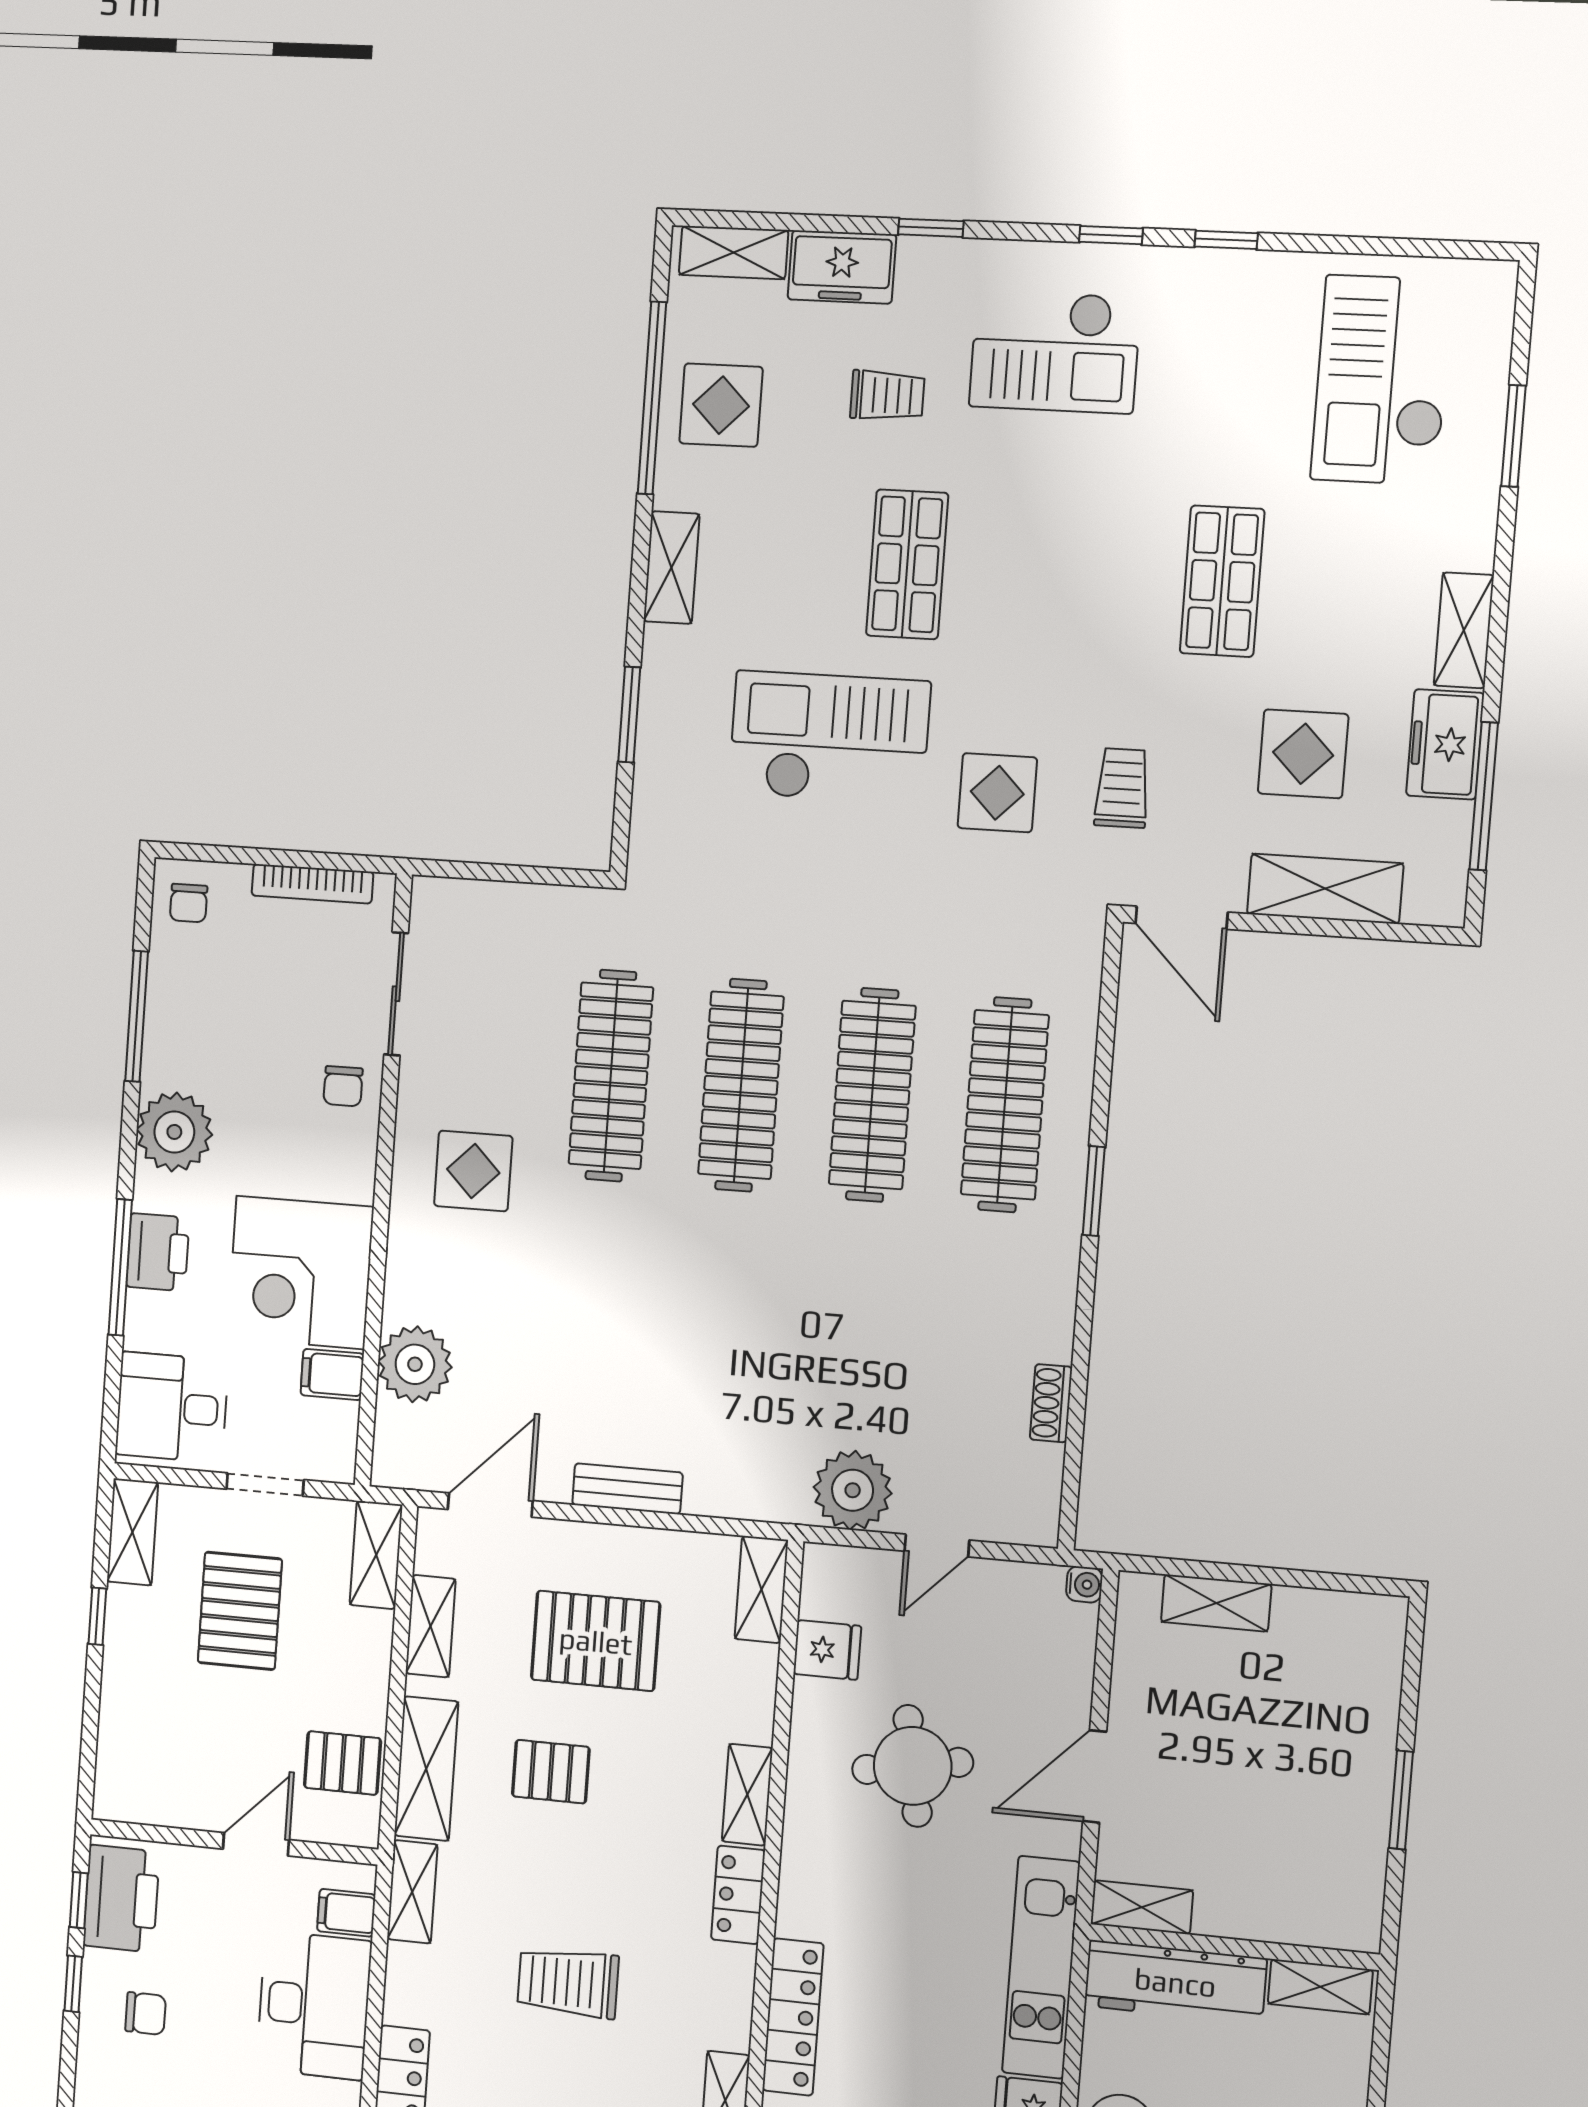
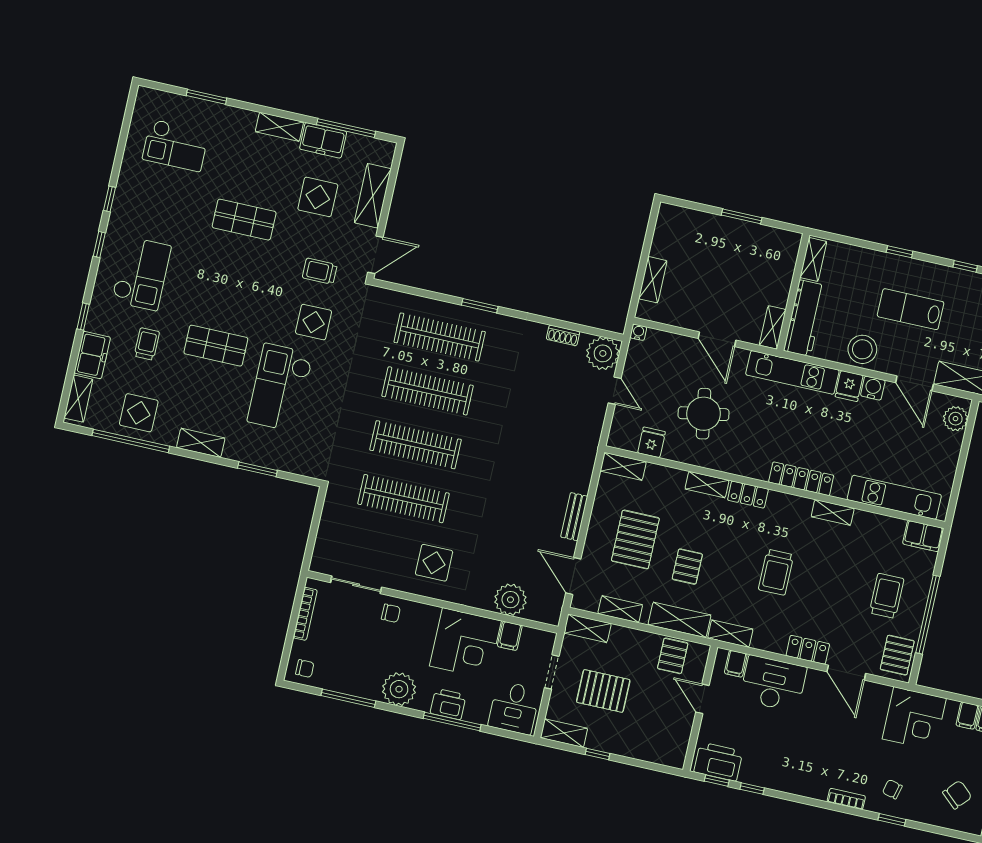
checkout: (1382, 380) -> (176, 145), width x0.73, depth x0.83
plant: (853, 1490) -> (603, 353), moved
chair: (146, 2013) -> (768, 758), removed

